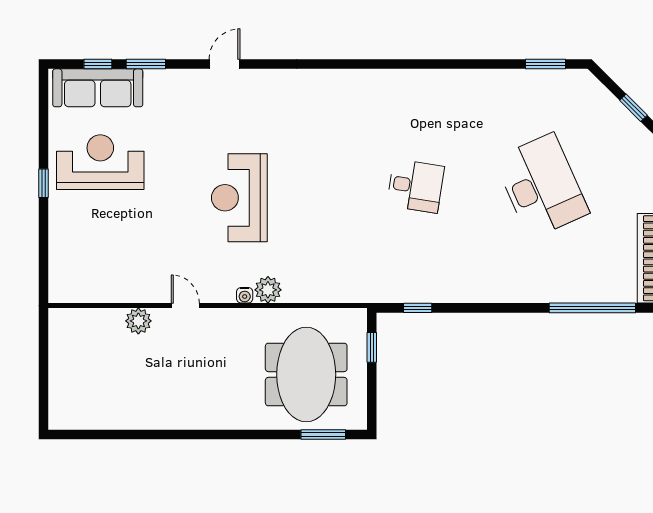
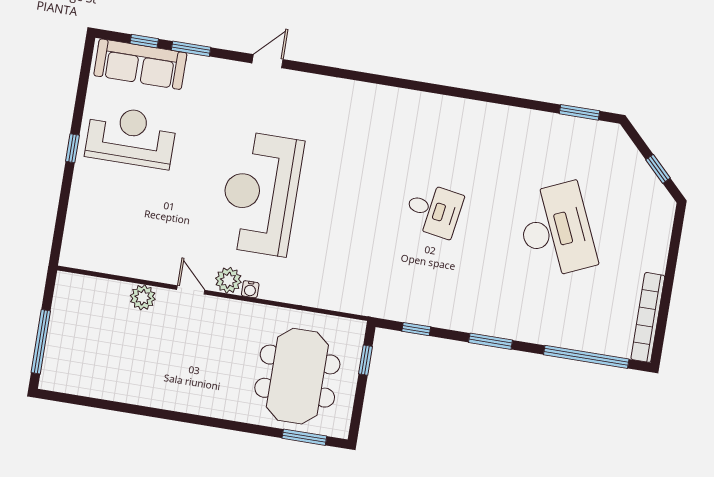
reception desk: (239, 198) -> (260, 194), width x1.36, depth x1.30
plant: (268, 290) -> (228, 280), moved
window: (494, 308) -> (491, 341), added
window: (44, 382) -> (41, 342), added

